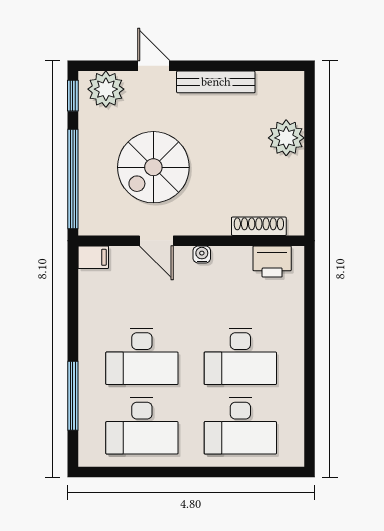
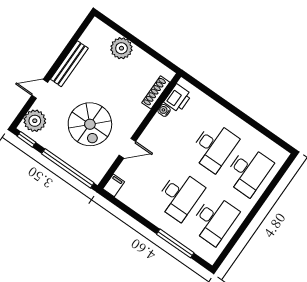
water cooler: (202, 254) -> (164, 110), moved

